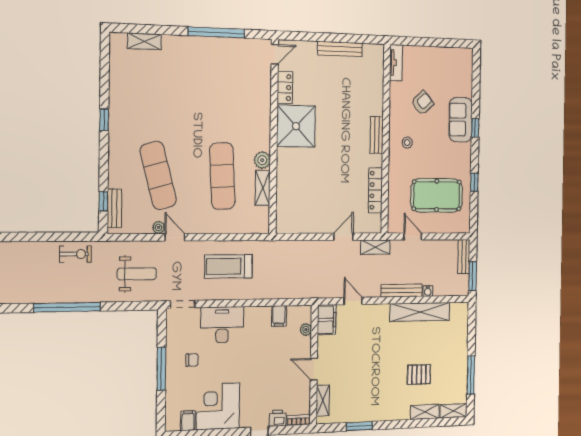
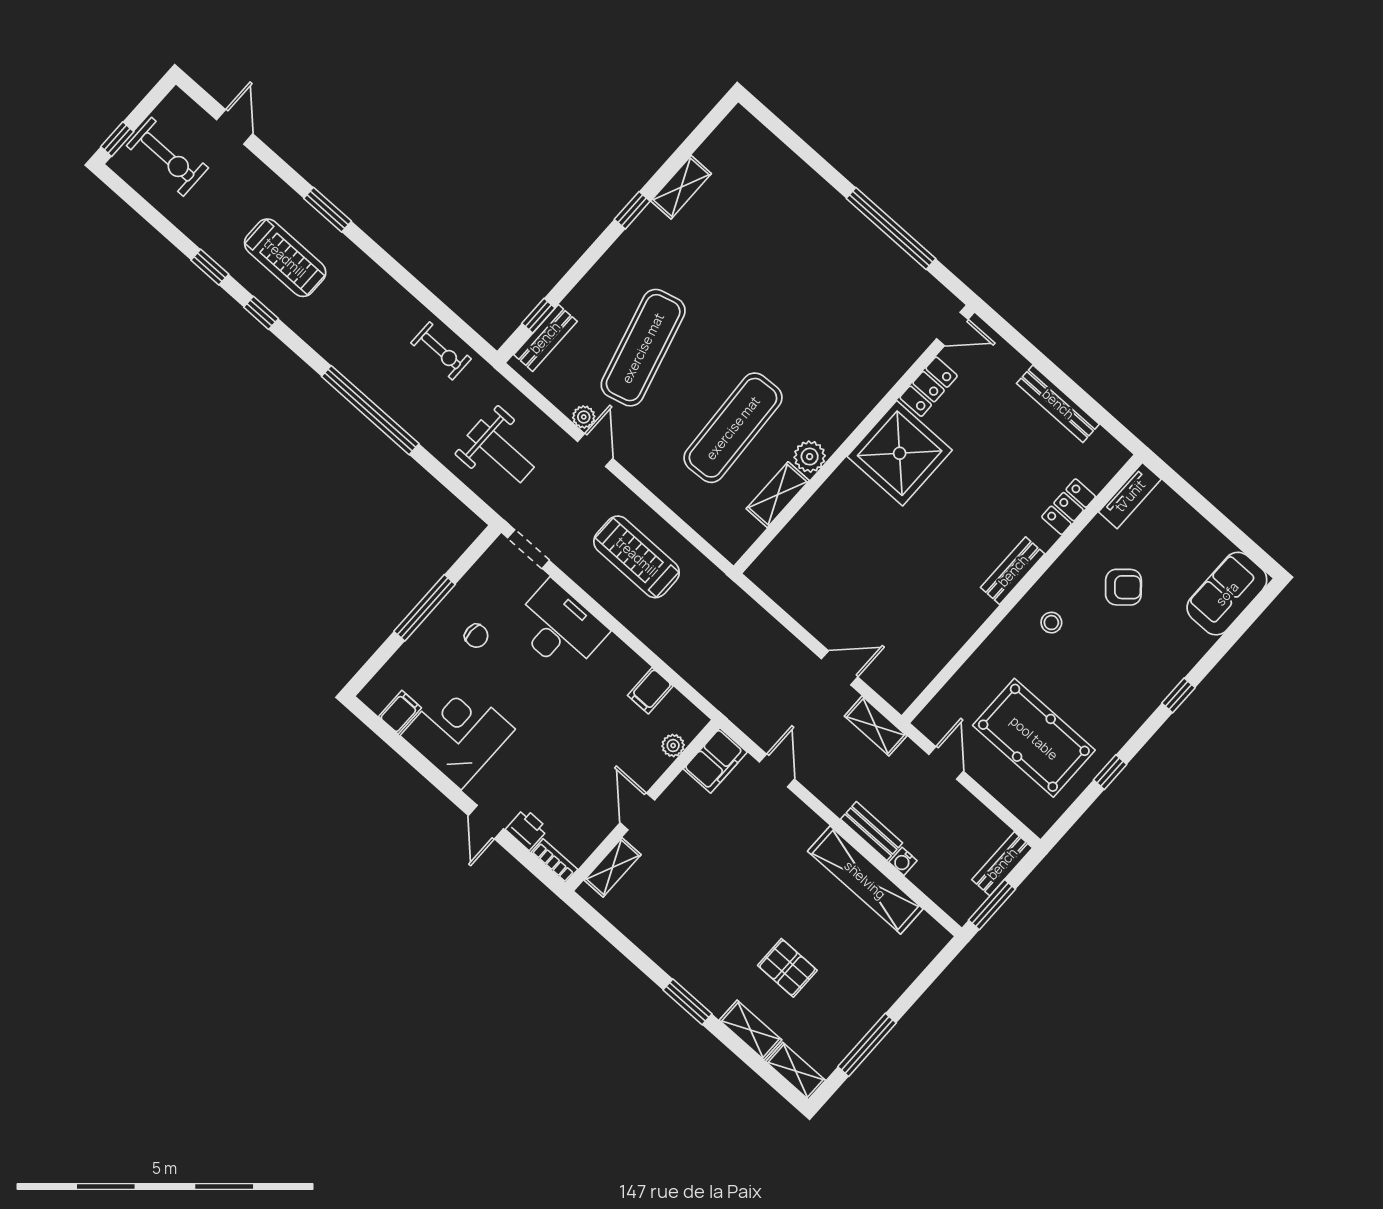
shelving: (144, 41) -> (681, 187), moved, turned 90
sofa: (461, 120) -> (1227, 594), moved
locker: (375, 190) -> (1069, 507), moved, width x0.66
bench: (402, 291) -> (872, 831), width x0.73
window: (359, 426) -> (687, 1002), moved

